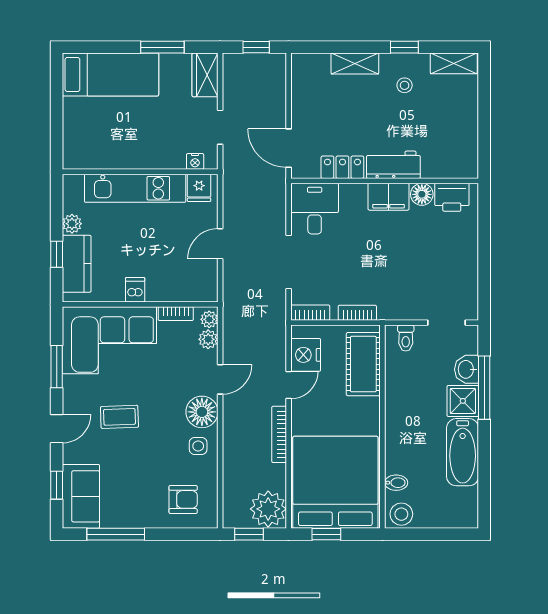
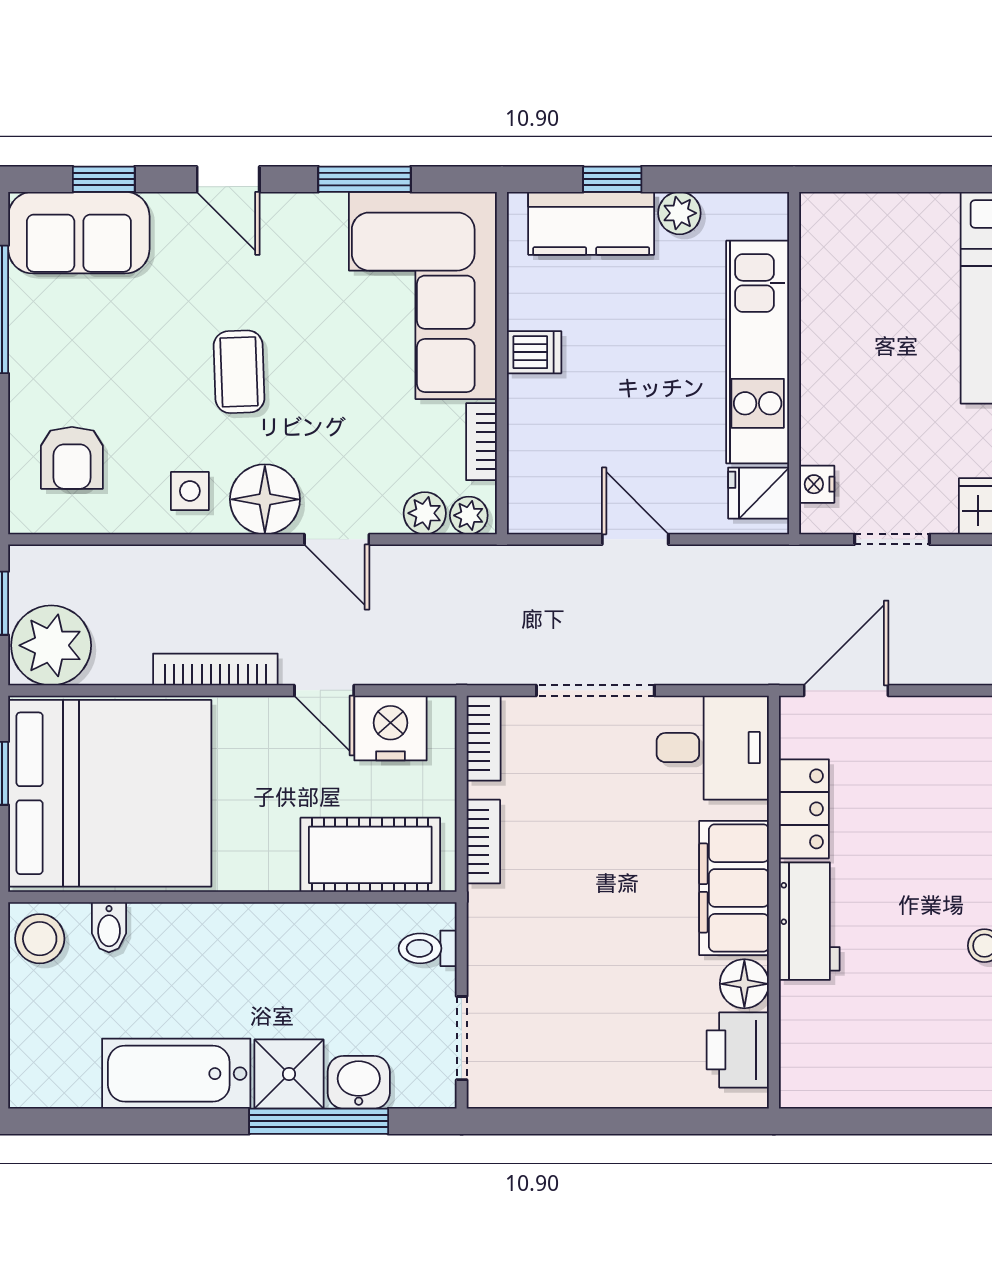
filing cabinet: (389, 197) -> (734, 888), width x1.50, depth x1.17
coffee table: (119, 417) -> (239, 372), moved

